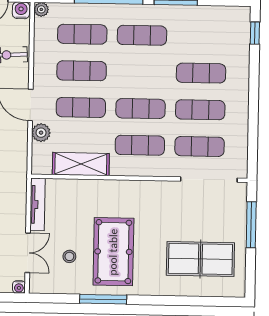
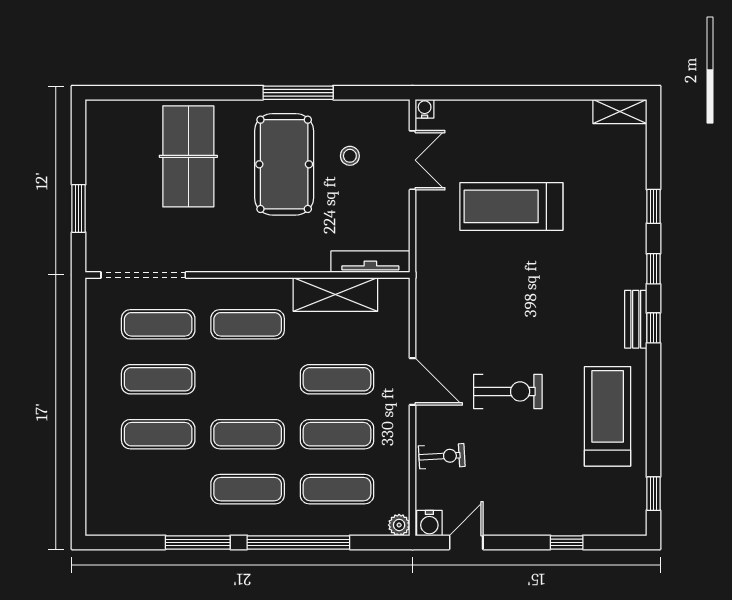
window: (255, 33) -> (79, 496), removed
exercise mat: (141, 109) -> (248, 434), moved
plant: (41, 133) -> (396, 340), removed
tv unit: (37, 204) -> (370, 262), moved, turned 90
window: (251, 225) -> (79, 208), width x0.69
double door: (28, 253) -> (413, 160), swing flipped
table tennis table: (200, 259) -> (188, 156), moved, turned 90

